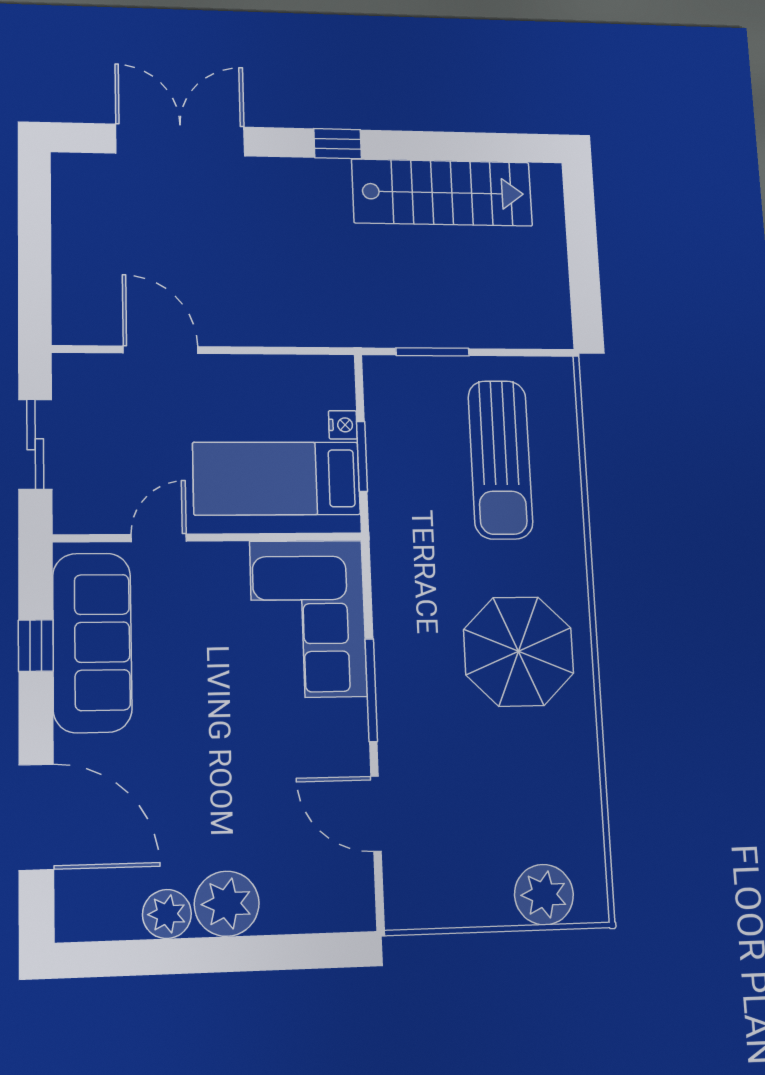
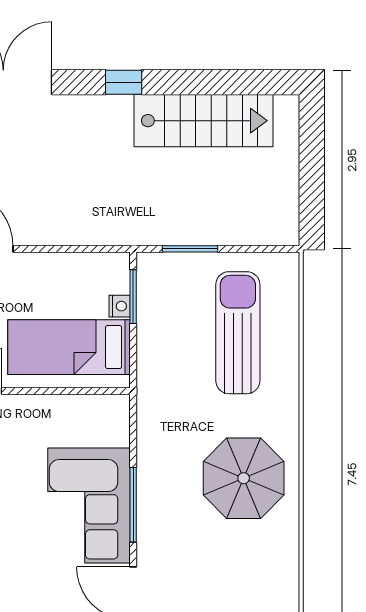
window: (362, 456) -> (133, 297), moved
sun lounger: (500, 459) -> (238, 333), turned 180
corner sofa: (308, 619) -> (89, 506), moved

